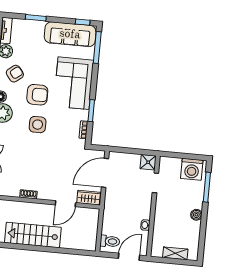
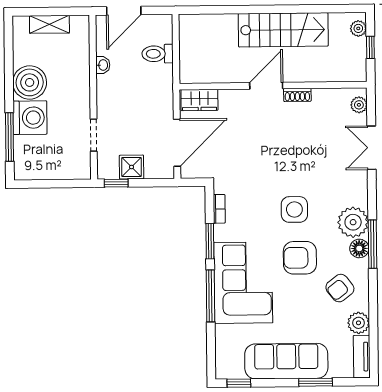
sofa: (70, 34) -> (286, 361), moved
window: (97, 48) -> (210, 296), moved
window: (145, 152) -> (116, 183), added
shower: (148, 162) -> (132, 167), moved
washing machine: (192, 169) -> (30, 118), moved, turned 90
door: (65, 204) -> (266, 86), moved
boiler: (196, 215) -> (30, 82), width x1.86, depth x1.86
toilet: (110, 241) -> (158, 54), moved

